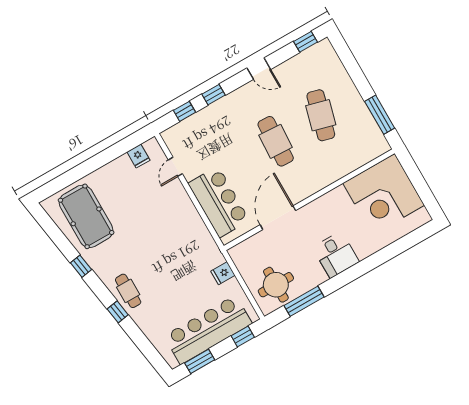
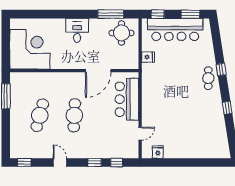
pool table: (86, 216) -> (208, 135), removed

